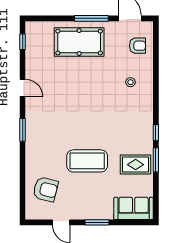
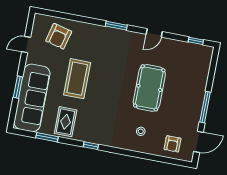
pool table: (79, 42) -> (149, 88), moved
window: (156, 160) -> (47, 137), moved
sofa: (134, 208) -> (32, 98), width x1.85, depth x1.27
window: (97, 222) -> (18, 87), moved

